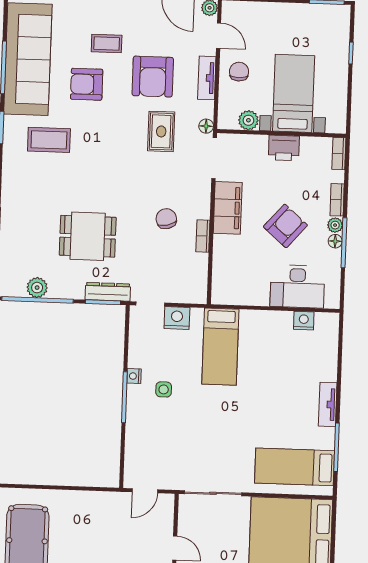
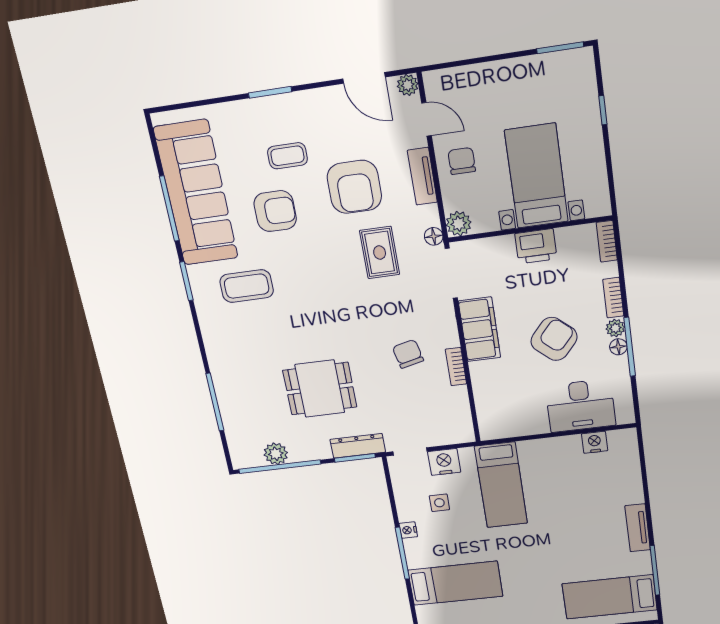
armchair: (87, 84) -> (275, 211), turned 180
plant: (248, 120) -> (459, 224), moved
side table: (164, 389) -> (439, 503), moved
bed: (164, 433) -> (455, 583), added

